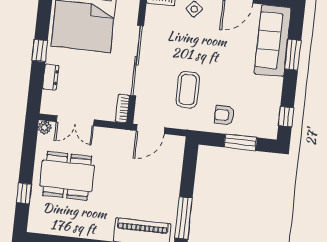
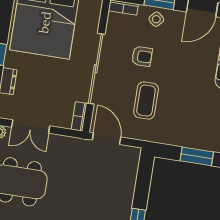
armchair: (224, 115) -> (142, 56), moved, turned 180
door: (151, 129) -> (107, 139), swing flipped

